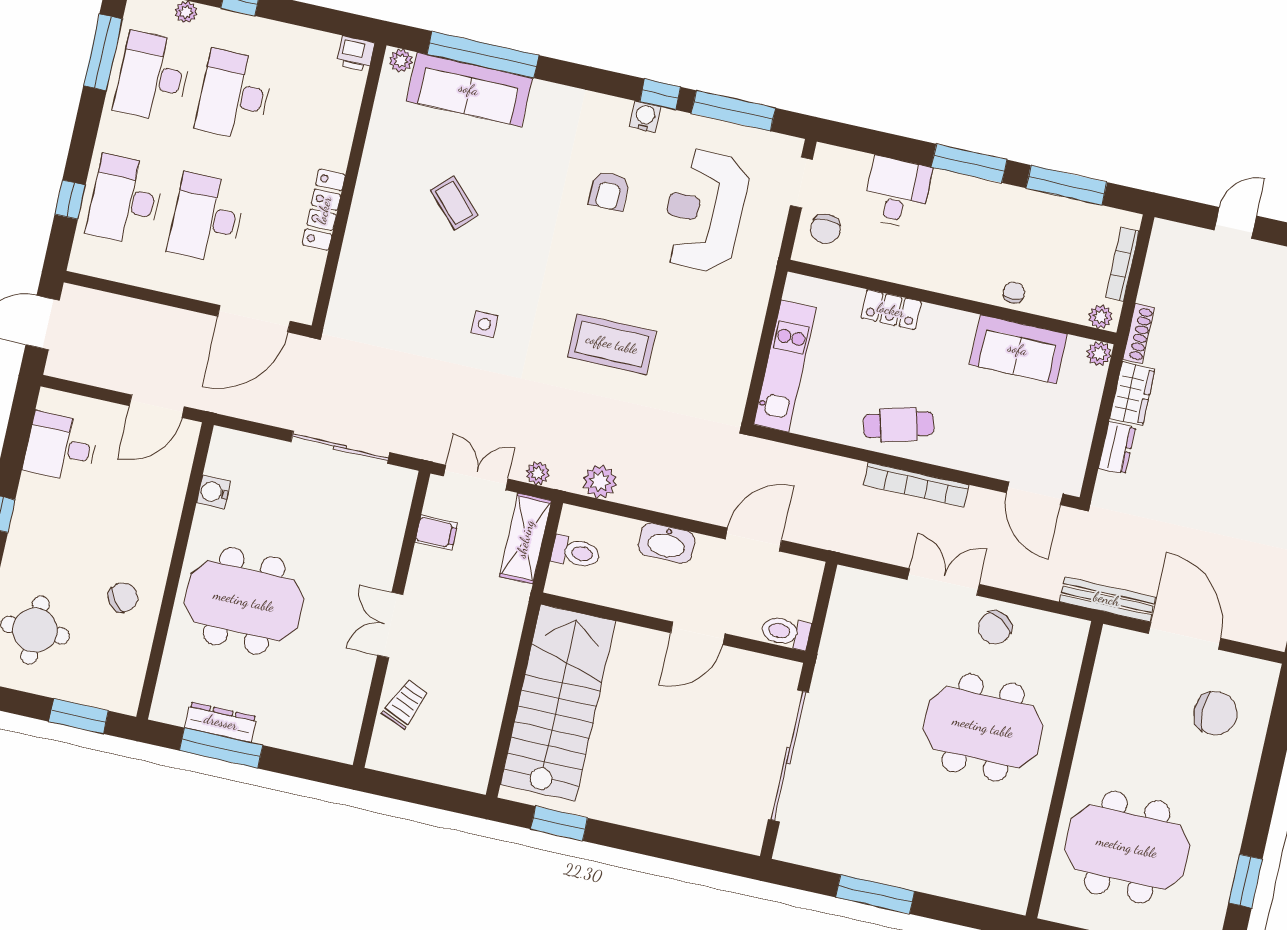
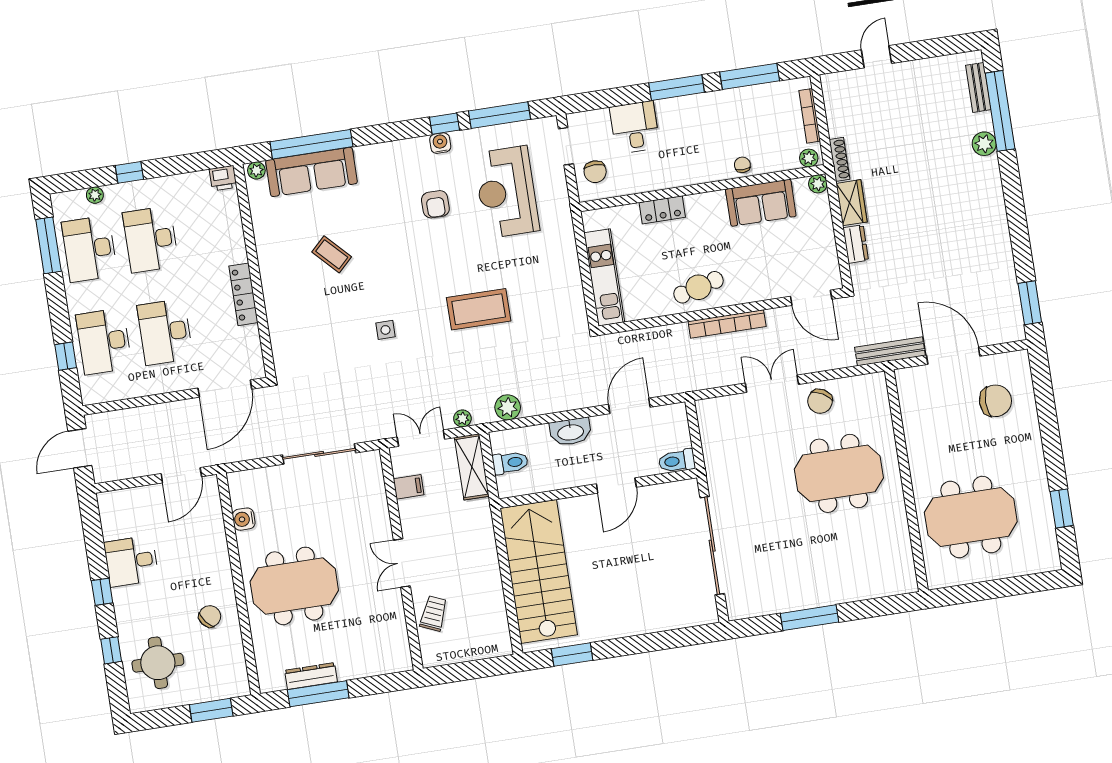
desk: (61, 447) -> (131, 561), moved

